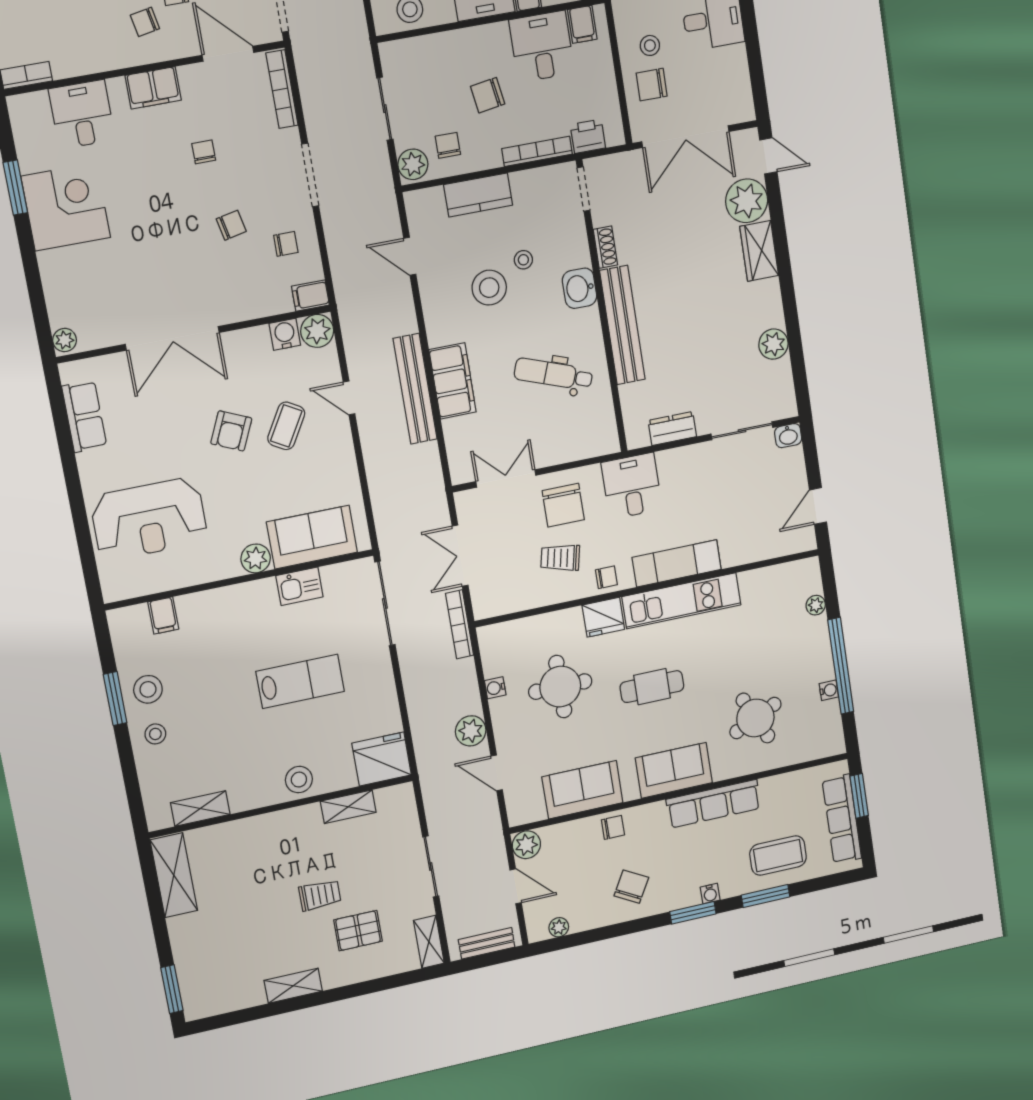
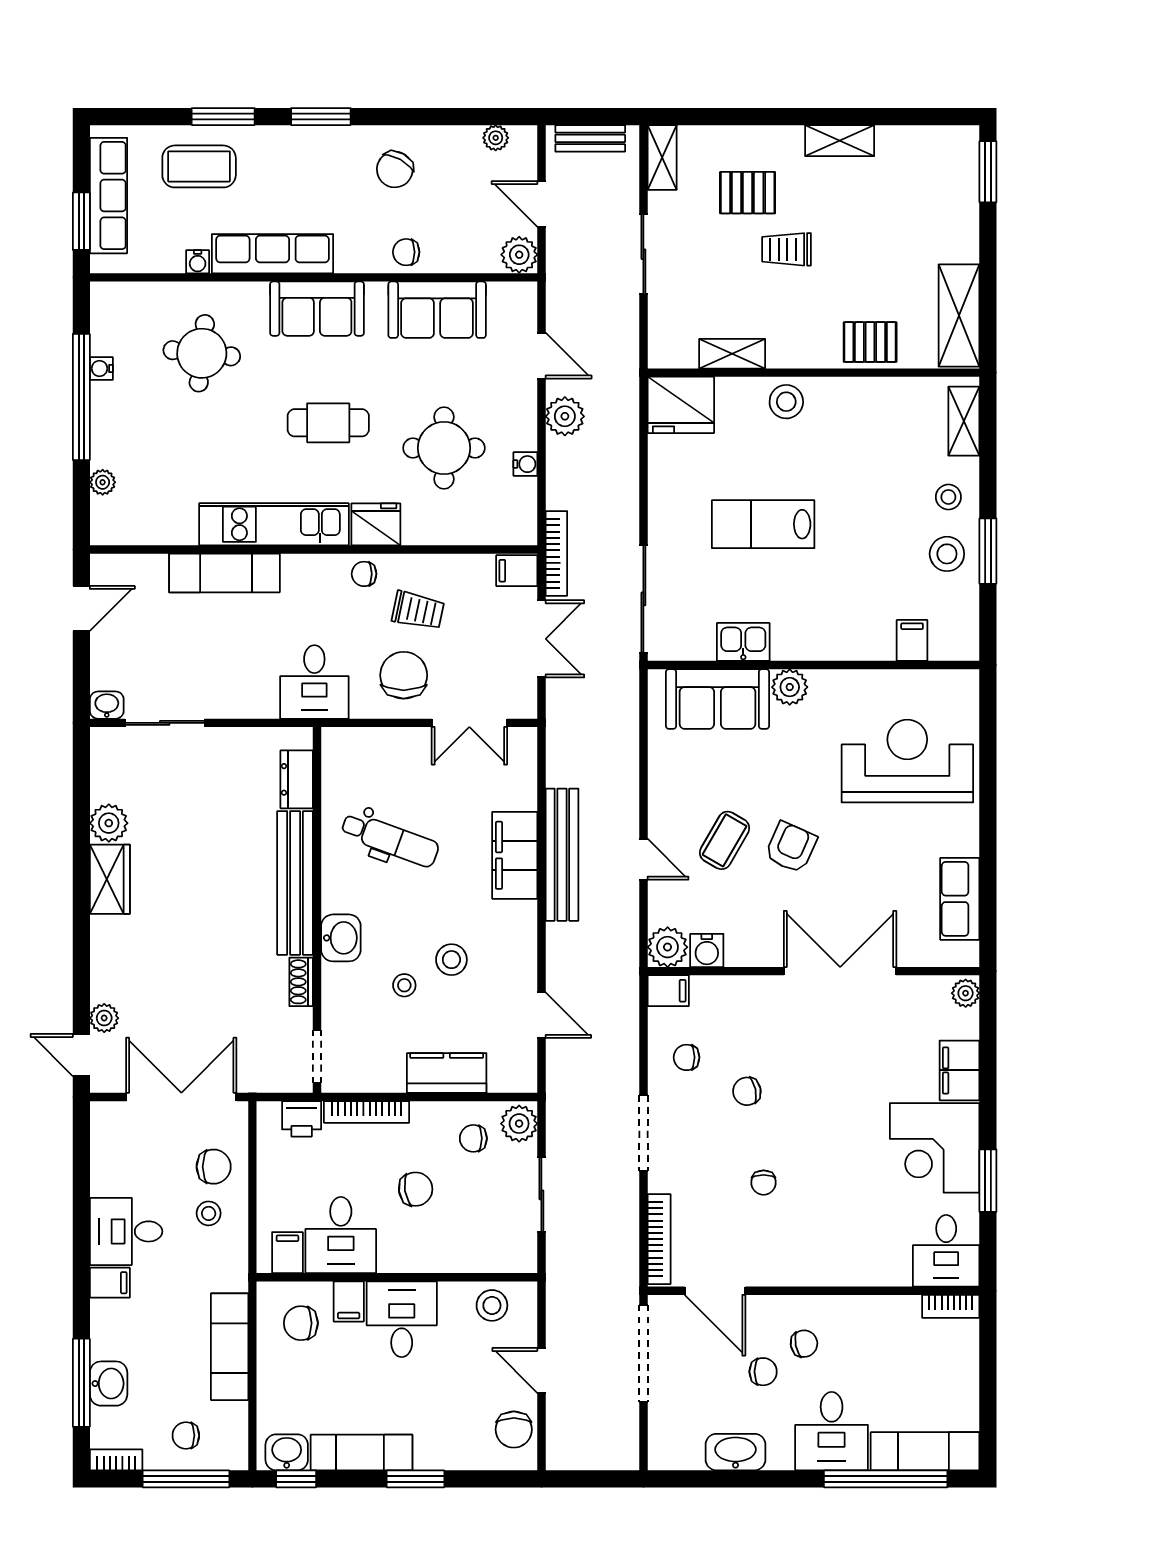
filing cabinet: (153, 88) -> (960, 1070), moved, turned -90
desk: (82, 114) -> (946, 1251), moved
chair: (448, 145) -> (473, 1138), turned 90
plant: (747, 201) -> (104, 1018), width x0.53, depth x0.53
wardrobe: (759, 251) -> (110, 879), moved
stool: (489, 288) -> (451, 960), width x0.73, depth x0.73
dresser: (672, 428) -> (297, 779), moved, turned 90
exam couch: (677, 563) -> (224, 573), moved
filing cabinet: (488, 605) -> (517, 571), added
round table: (755, 718) -> (202, 353), turned 31
shelving: (200, 808) -> (964, 421), moved, turned 90
pallet: (241, 840) -> (870, 342), added
water cooler: (710, 894) -> (198, 262), moved, turned 180

